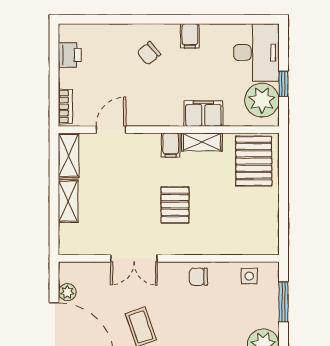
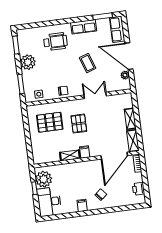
filing cabinet: (203, 114) -> (71, 169), removed
door: (111, 130) -> (114, 156), width x1.88
pallet: (254, 161) -> (50, 122), moved, turned 90

